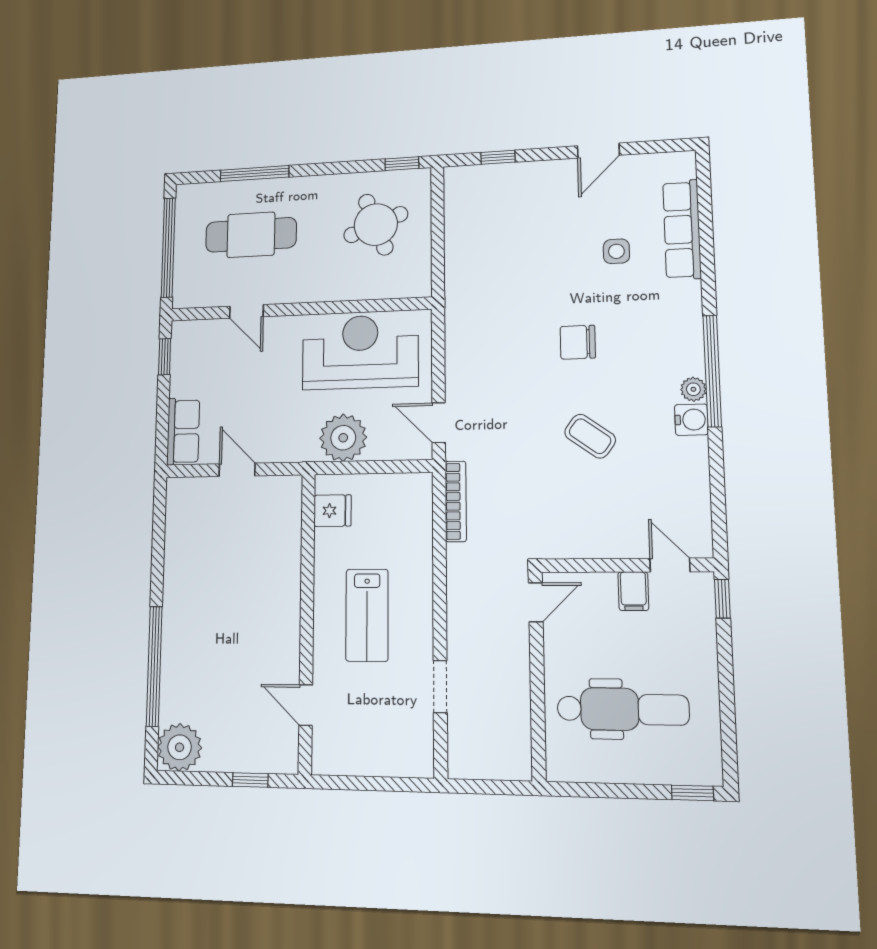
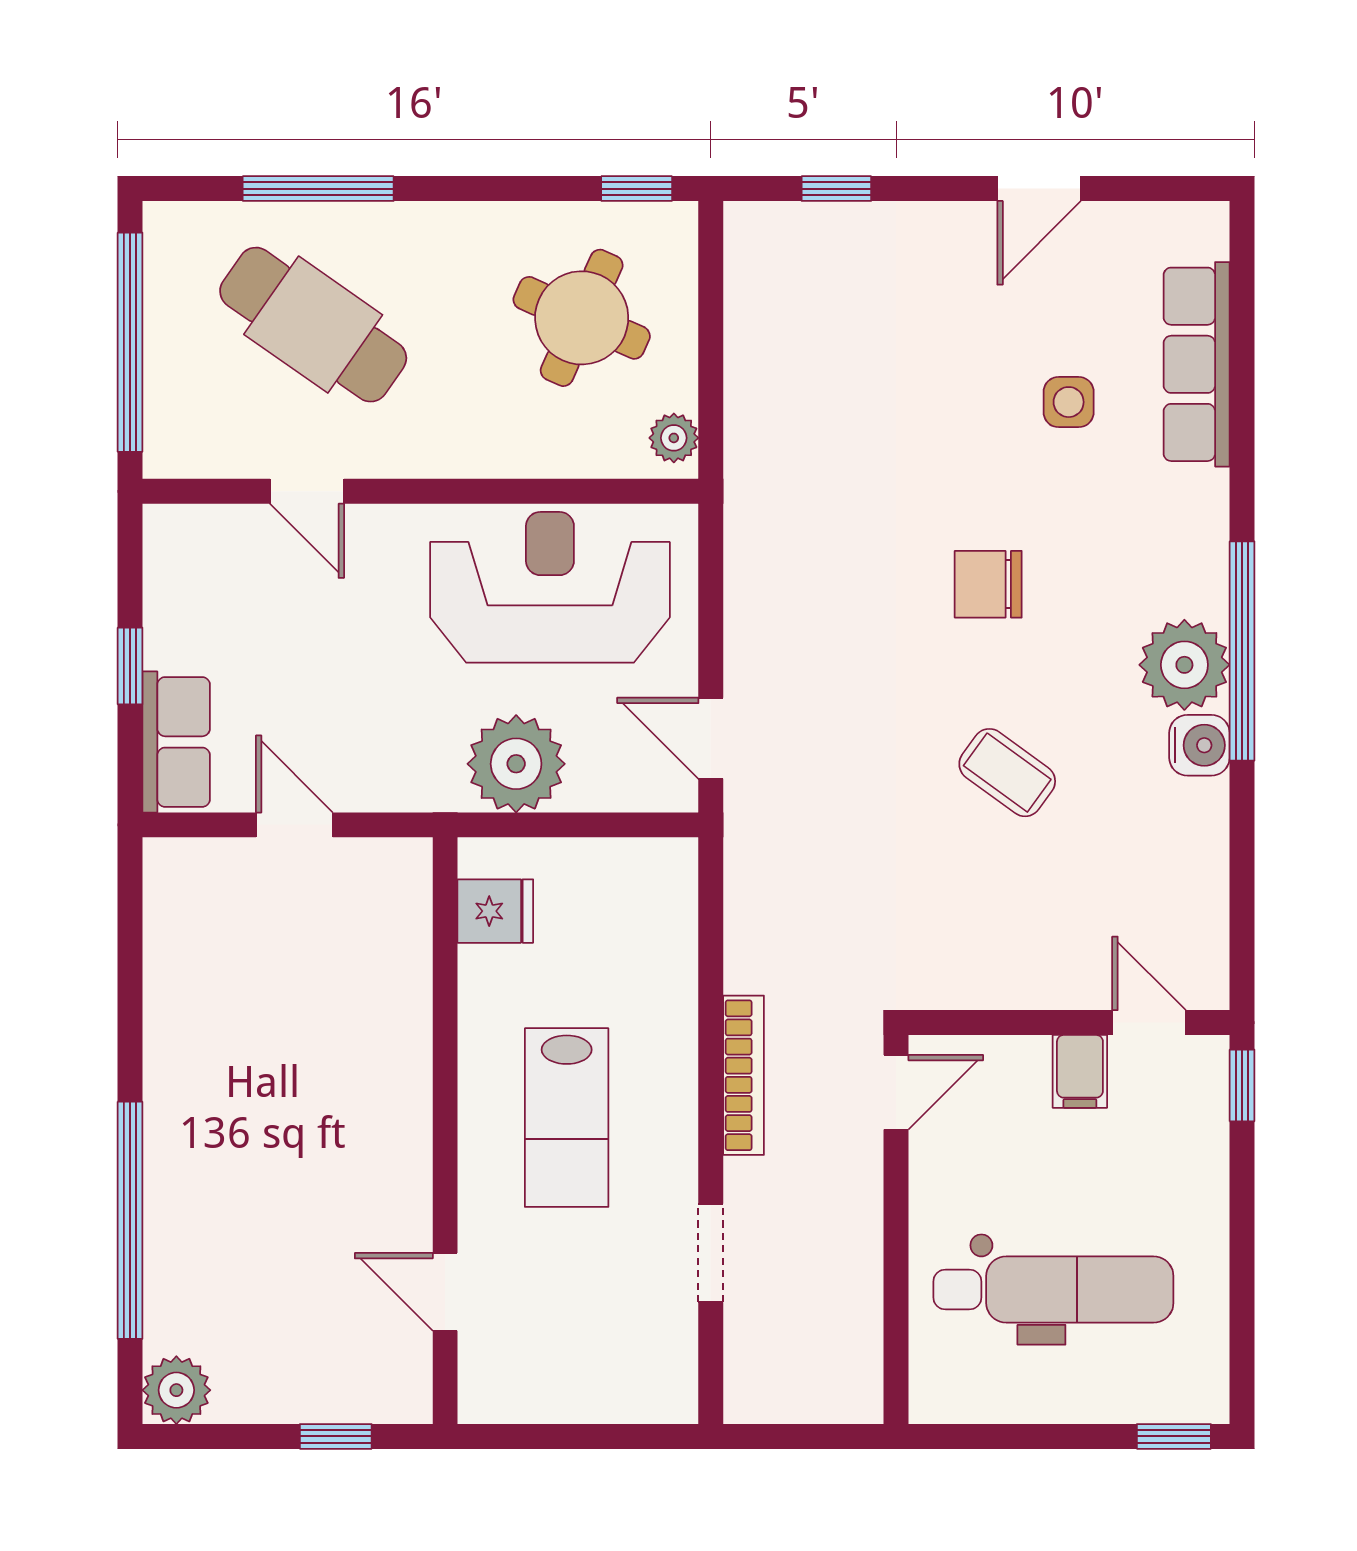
round table: (376, 225) -> (582, 318), turned 45
cafe table: (251, 235) -> (313, 325), turned 35
plant: (420, 278) -> (674, 438), added
window: (165, 357) -> (130, 666), moved
plant: (693, 389) -> (1184, 665), width x1.87, depth x1.87
bookcase: (456, 501) -> (744, 1075), moved
plant: (180, 747) -> (176, 1390), width x0.73, depth x0.73

